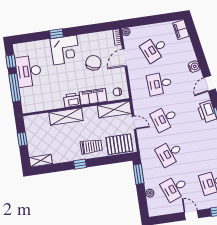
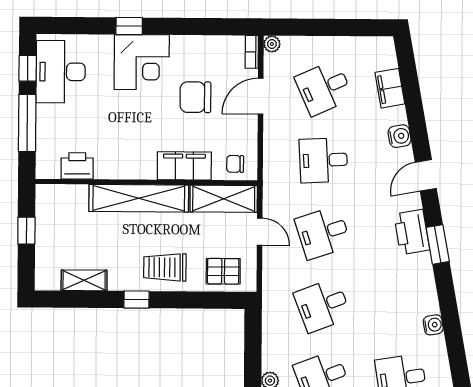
filing cabinet: (181, 30) -> (390, 88), moved
chair: (93, 63) -> (195, 97), turned -109
desk: (28, 71) -> (61, 72), moved
printer: (72, 100) -> (77, 166), moved
shelving: (66, 117) -> (139, 198), width x1.47
pallet: (119, 144) -> (223, 271), width x0.67, depth x0.71
trolley: (91, 147) -> (165, 267), turned 180
shelving: (41, 161) -> (84, 280), moved
window: (139, 174) -> (253, 338), removed

